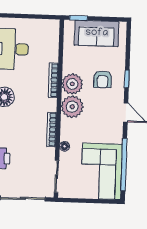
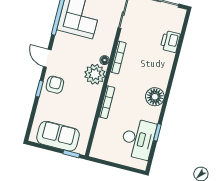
armchair: (103, 79) -> (55, 85), moved
plant: (72, 84) -> (90, 95), removed
floor lamp: (65, 146) -> (105, 60), moved

